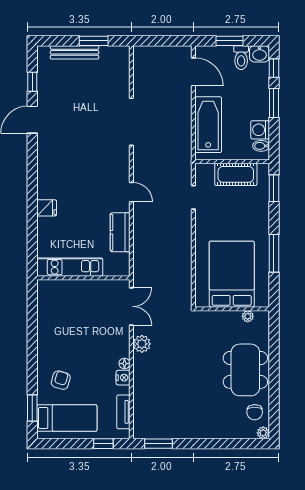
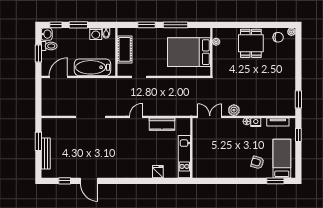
window: (274, 188) -> (147, 25), moved
fridge: (47, 208) -> (158, 172), moved
dining table: (245, 370) -> (251, 43), width x0.73

